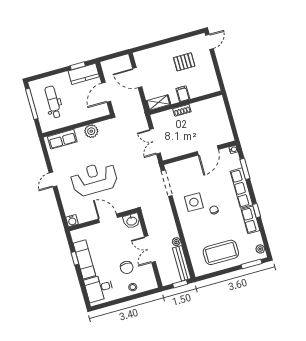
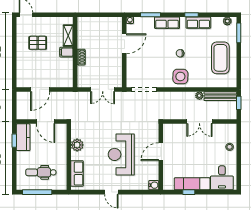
pallet: (184, 62) -> (38, 43), turned 90
shelving: (158, 103) -> (68, 36), moved
door: (208, 150) -> (124, 44), hinge flipped
row of seats: (241, 188) -> (167, 23), width x0.68
side table: (194, 202) -> (180, 76), moved
washbasin: (132, 221) -> (169, 131), removed
chair: (127, 267) -> (210, 147), removed

